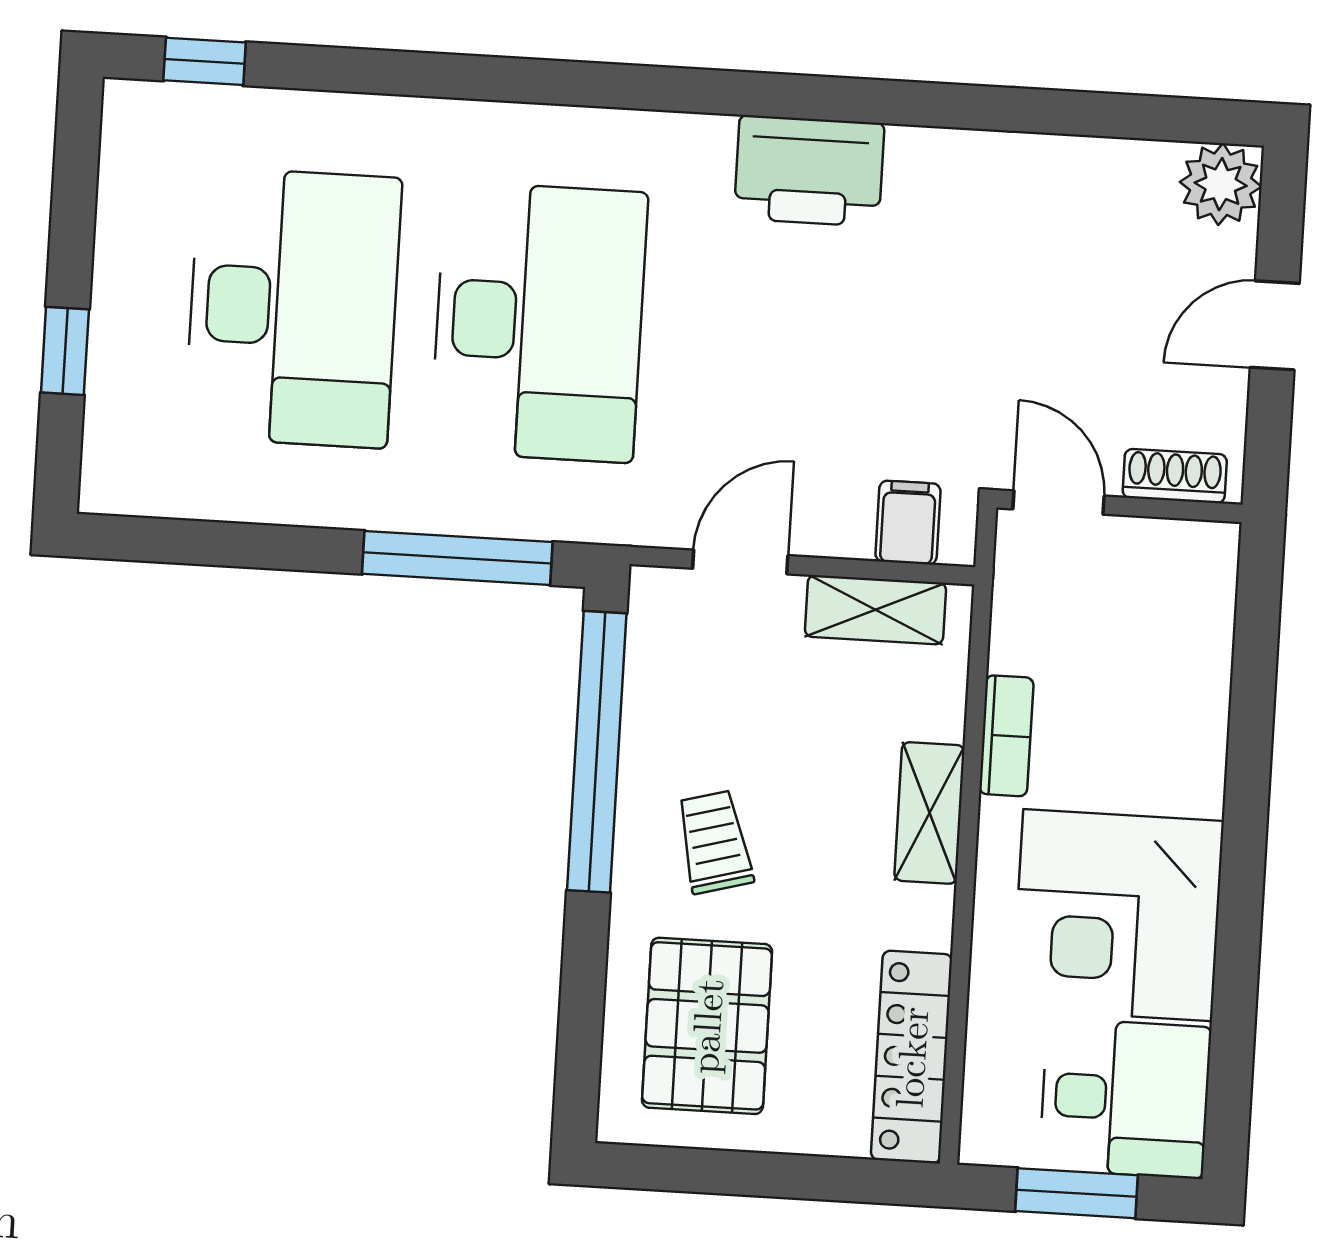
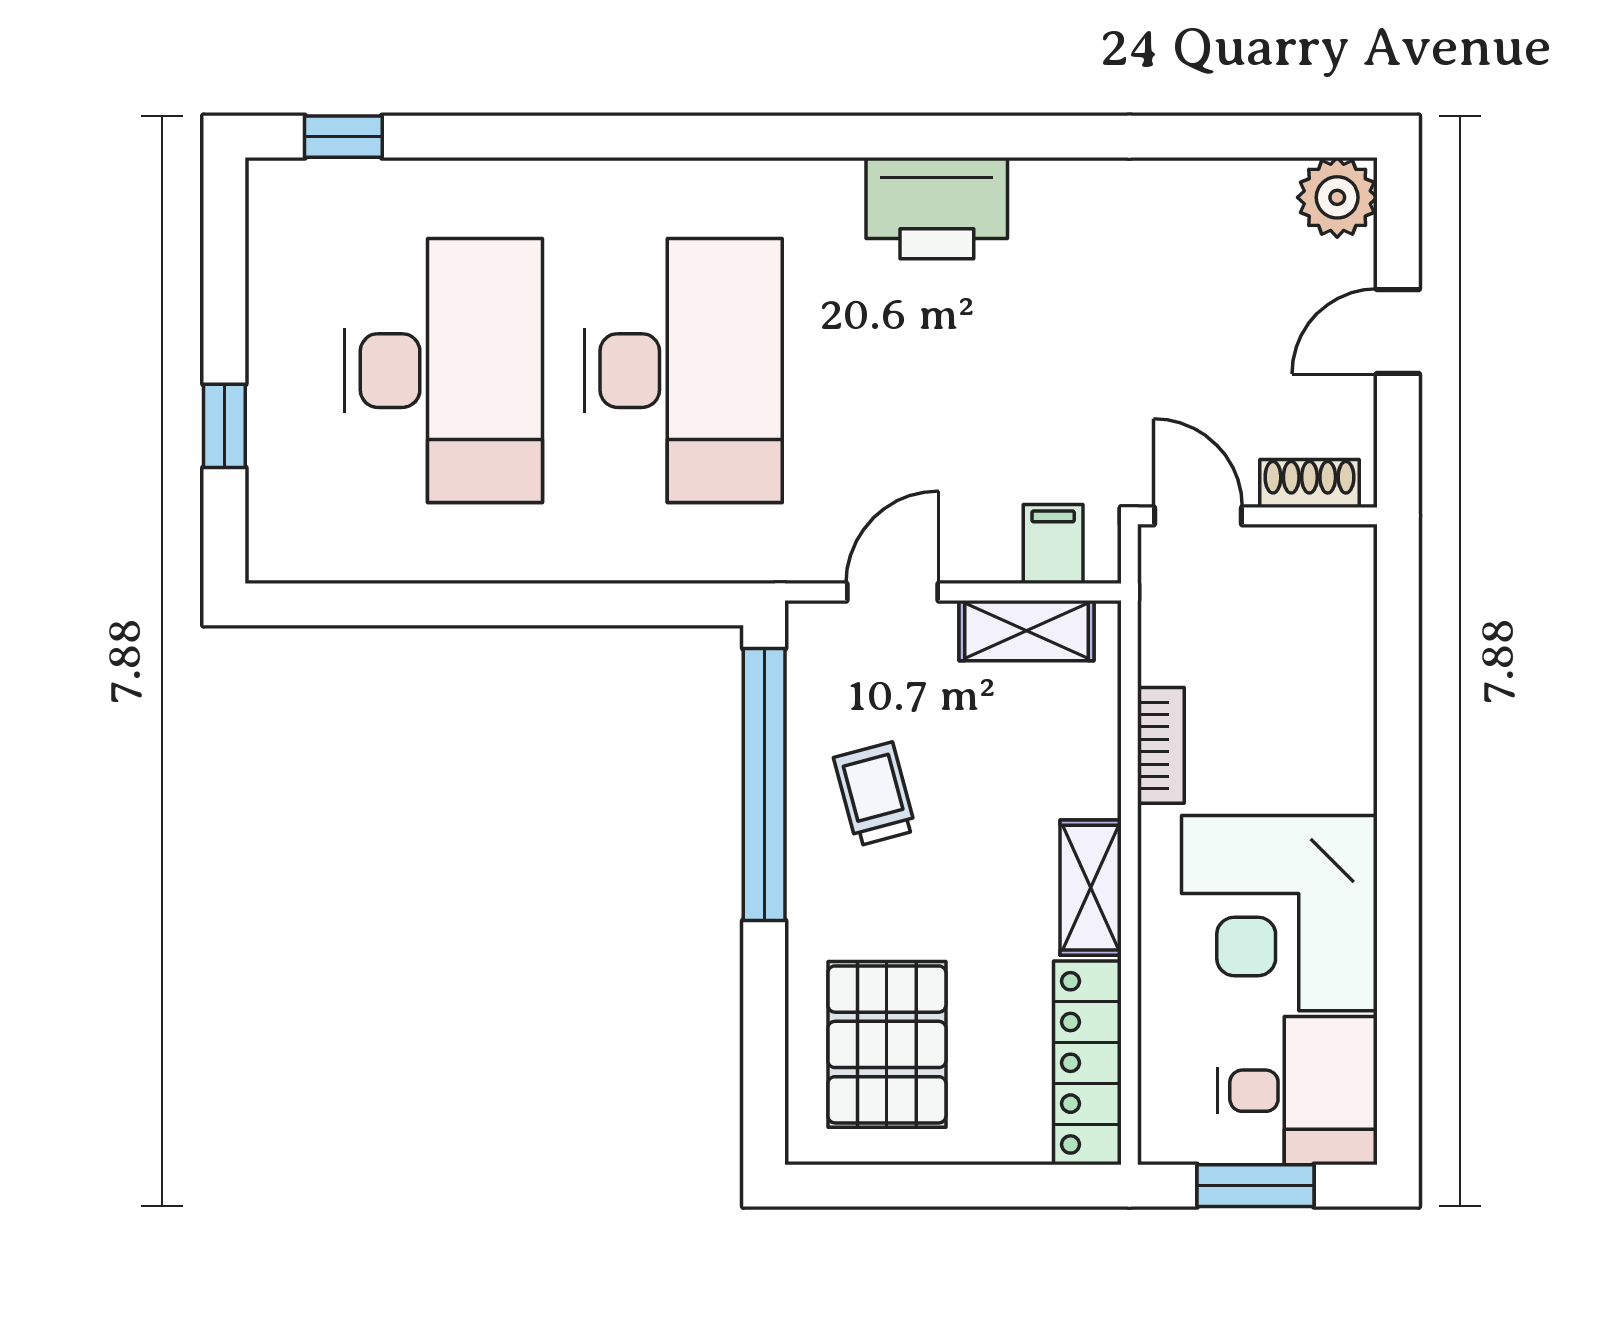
window: (457, 558) -> (617, 604), removed
shelving: (929, 813) -> (1091, 888), moved
trolley: (714, 842) -> (875, 794), moved

